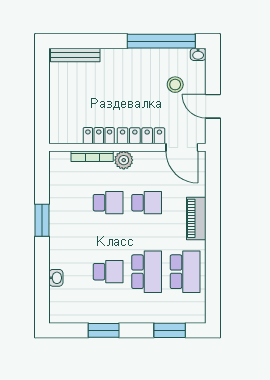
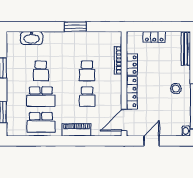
stool: (175, 85) -> (176, 89), moved
locker: (57, 102) -> (154, 37), added
plant: (124, 160) -> (116, 81), removed
washbasin: (56, 278) -> (32, 38), width x1.91, depth x1.45

